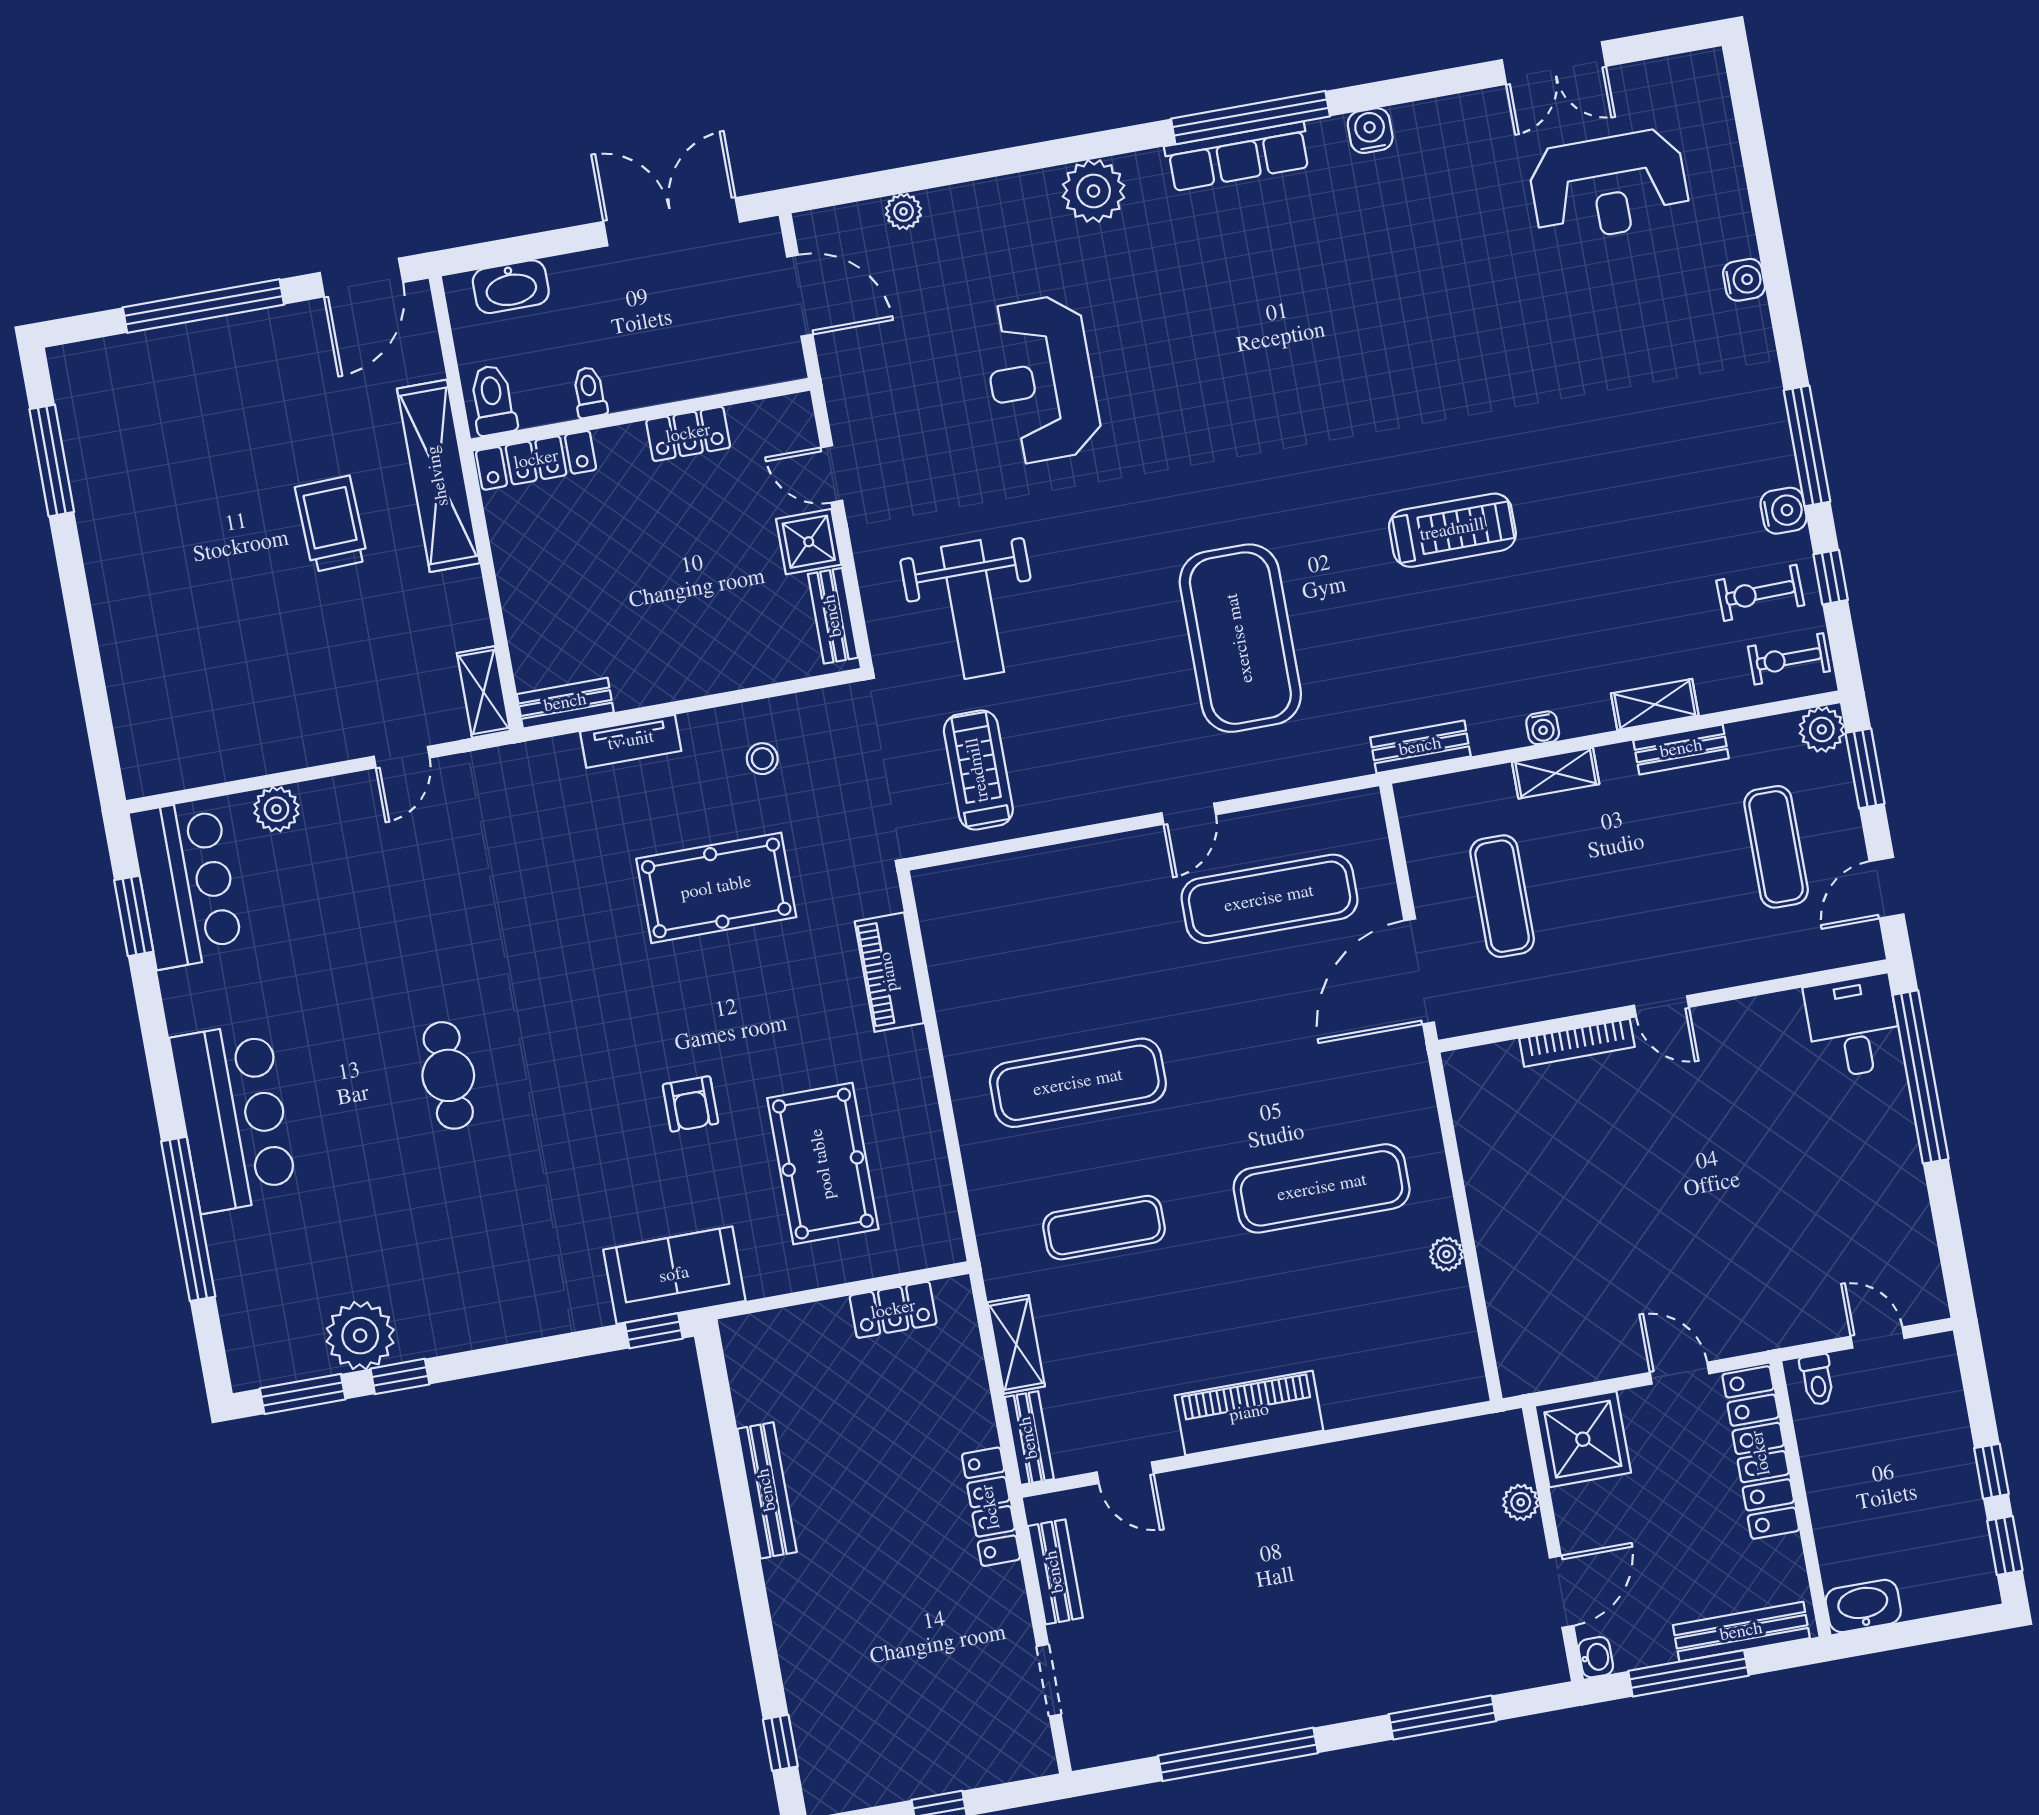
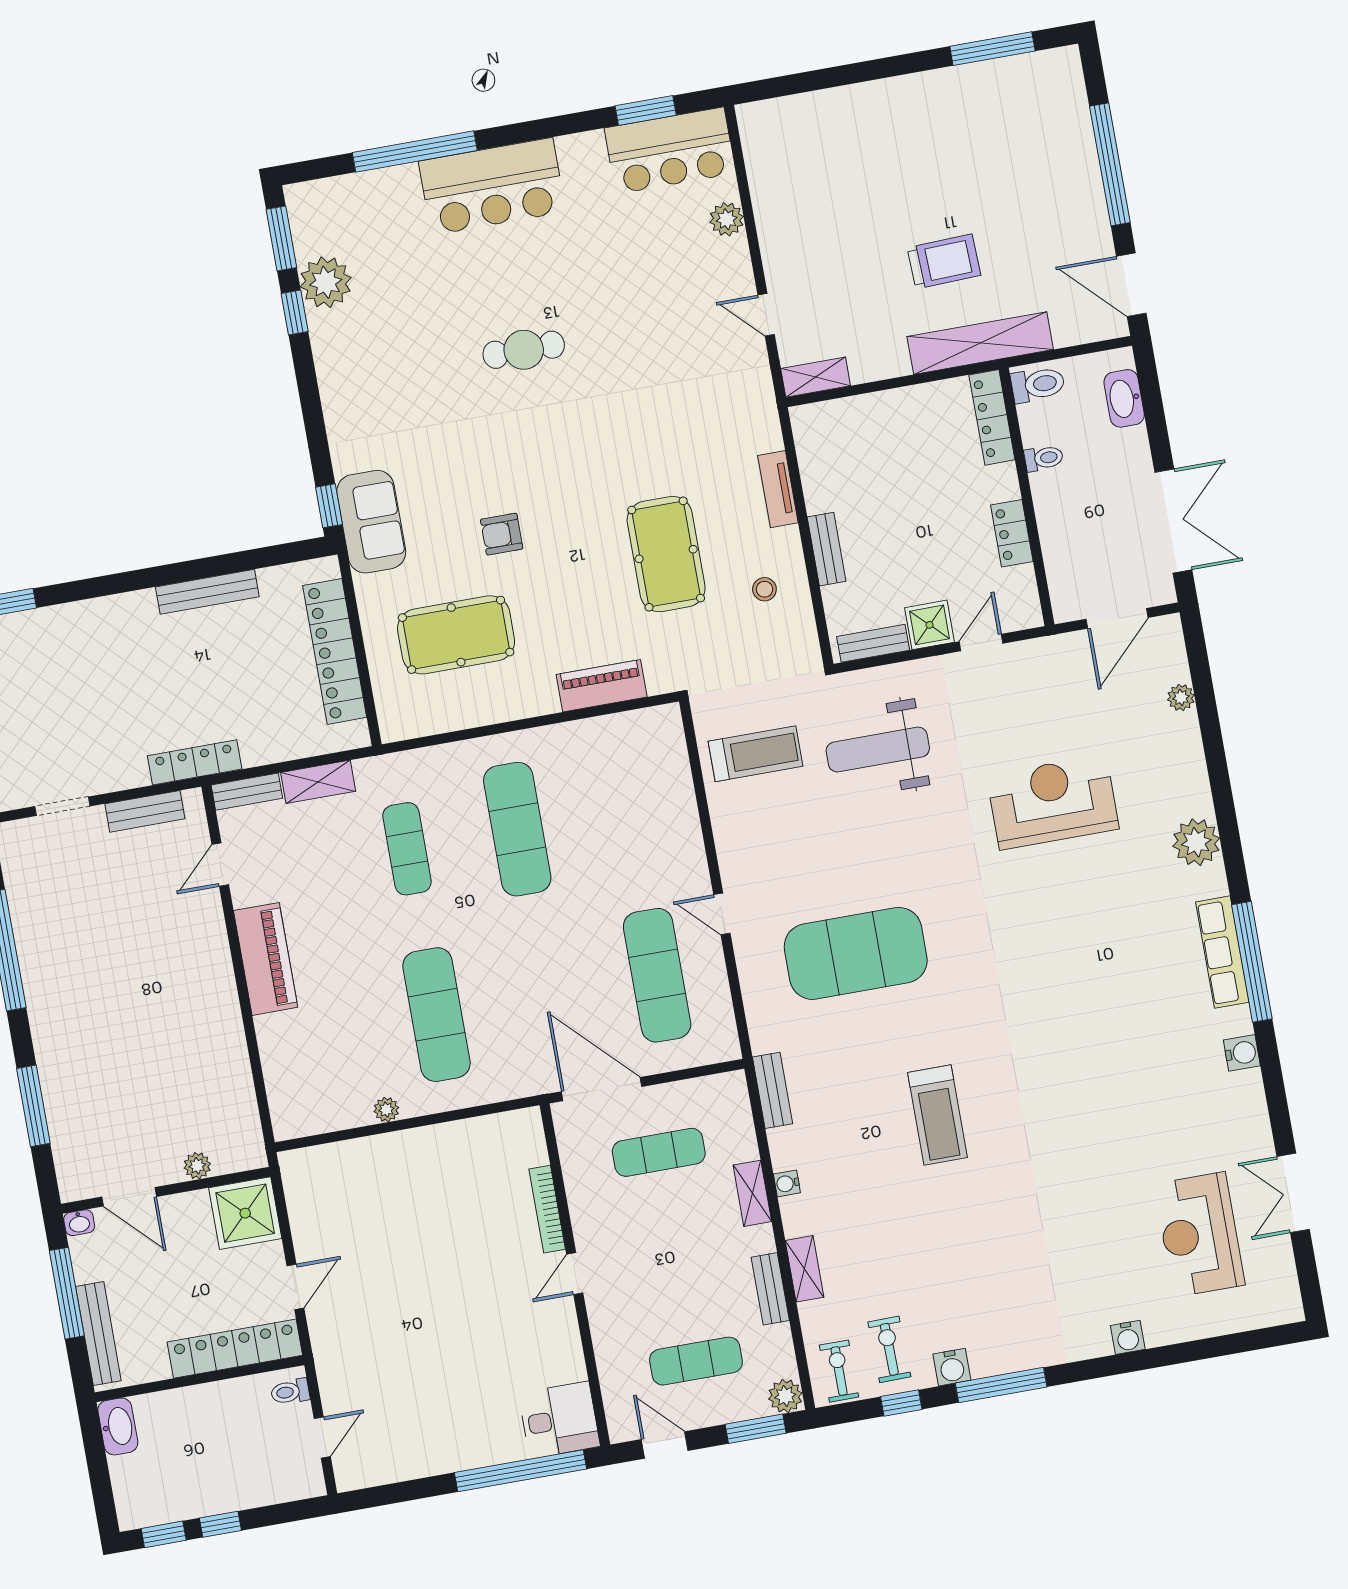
bench: (565, 703) -> (827, 549), moved
locker: (893, 1310) -> (335, 651), width x2.16, depth x1.21

